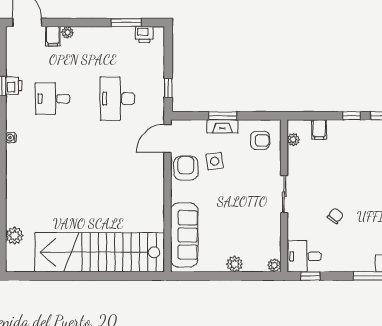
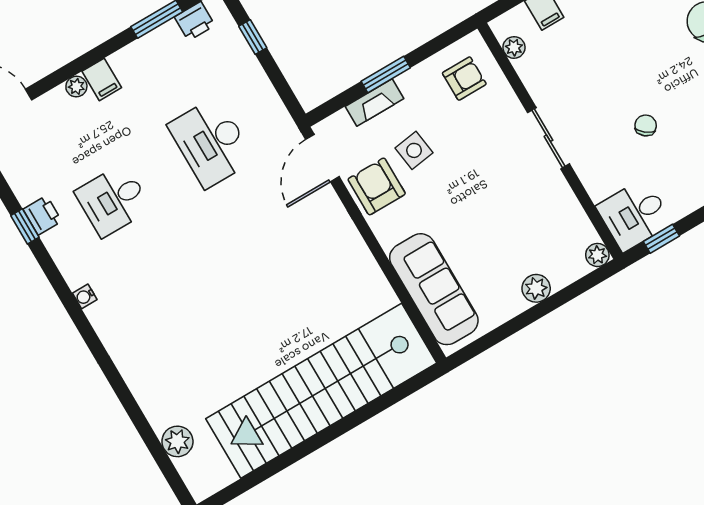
filing cabinet: (53, 36) -> (102, 79), moved
window: (168, 88) -> (253, 37), moved
fireplace: (222, 126) -> (375, 103), moved

